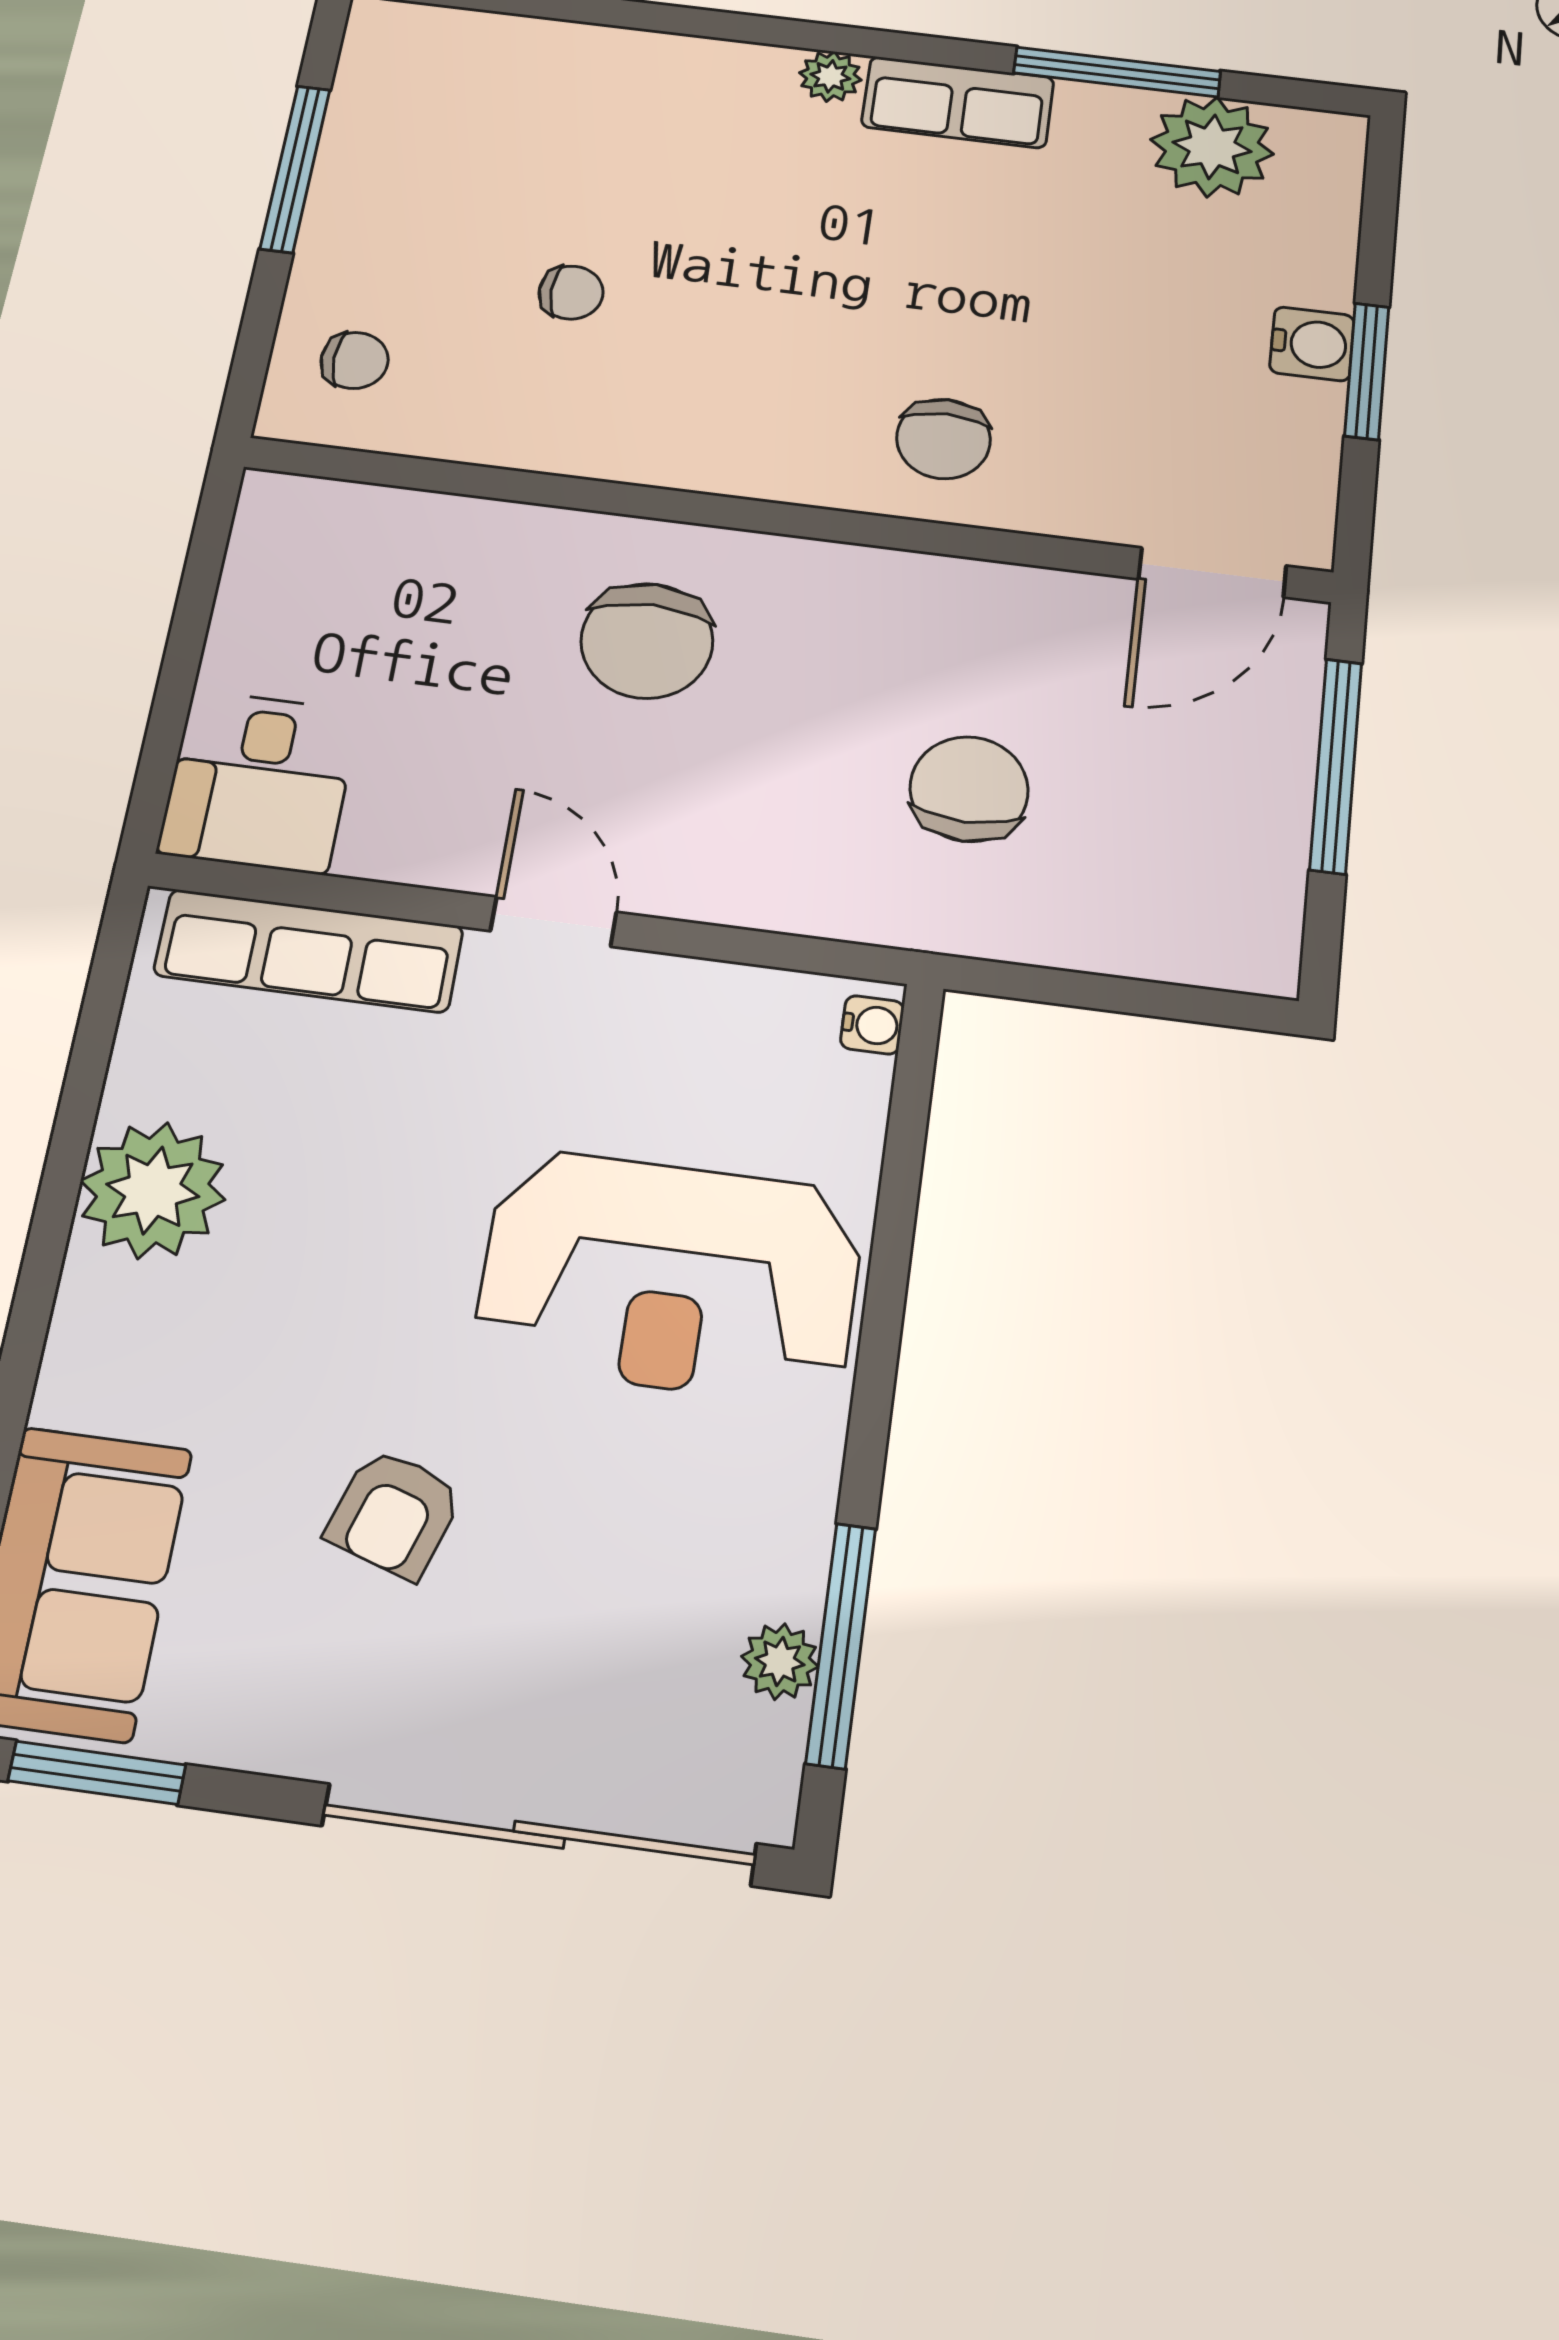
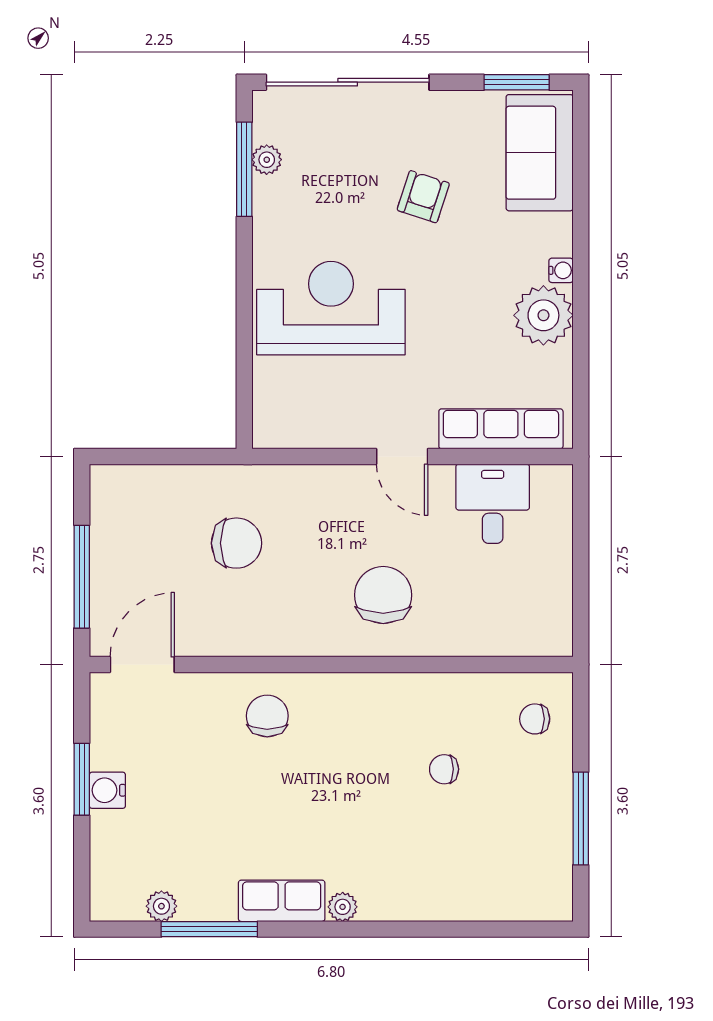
plant: (1212, 147) -> (161, 906), width x0.53, depth x0.53
desk: (259, 782) -> (493, 504), moved
chair: (969, 789) -> (236, 543), turned -90
water cooler: (872, 1025) -> (561, 270), moved, turned 180

